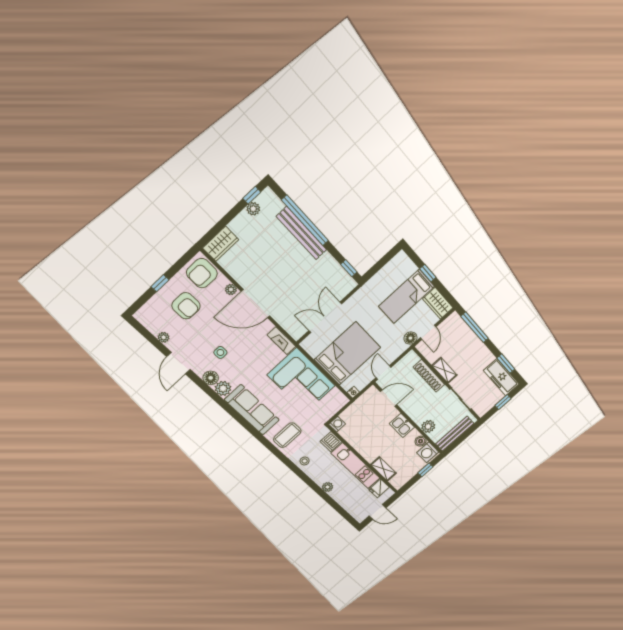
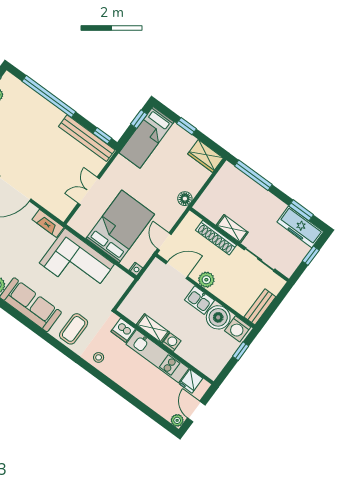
bench: (302, 233) -> (87, 138), moved
window: (386, 259) -> (139, 119), added
bed: (406, 296) -> (146, 137), moved
double door: (325, 317) -> (89, 191), width x0.73
door: (428, 332) -> (203, 189), removed
washing machine: (337, 424) -> (172, 342), moved
plant: (428, 427) -> (206, 280), moved
bench: (455, 434) -> (260, 307), width x0.73
boiler: (421, 441) -> (218, 317), width x1.86, depth x1.86
shelving: (383, 469) -> (153, 328), moved
plant: (328, 487) -> (177, 420), moved
door: (378, 512) -> (196, 411), swing flipped

